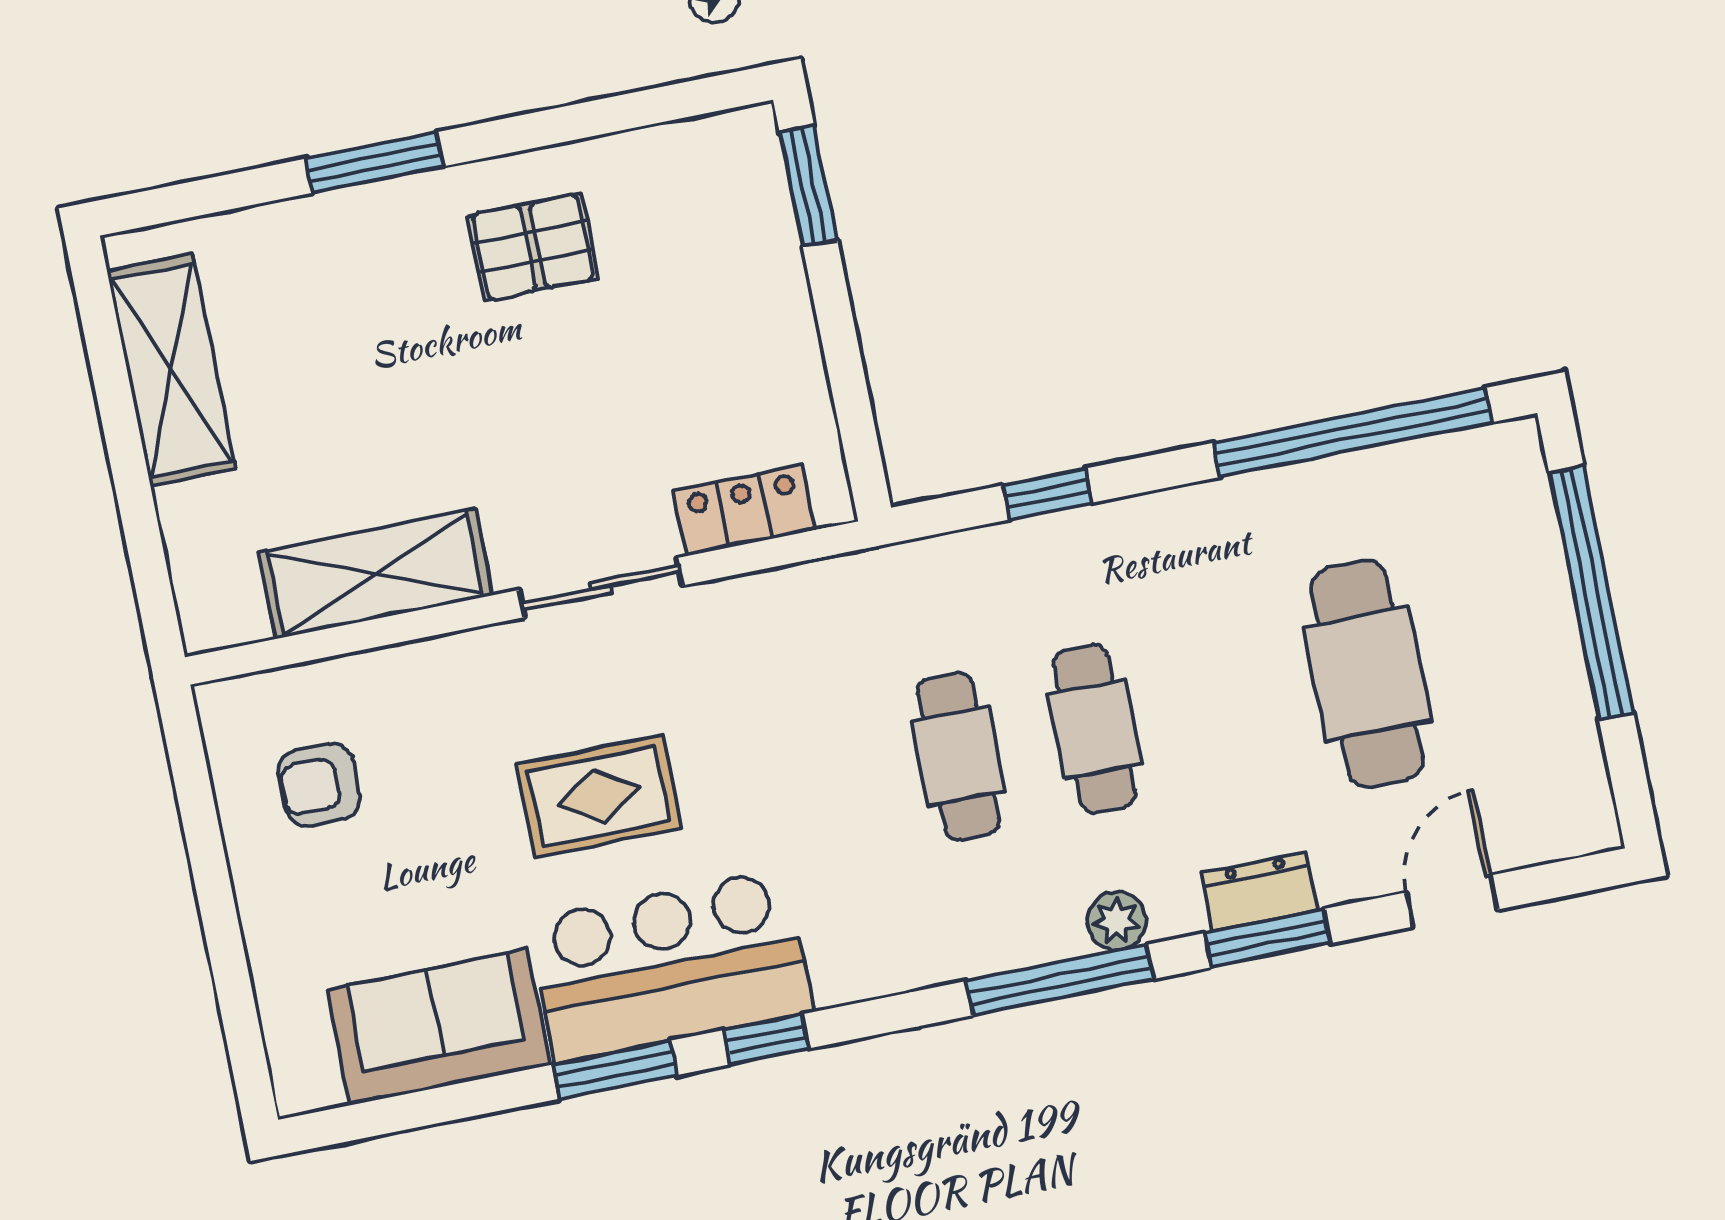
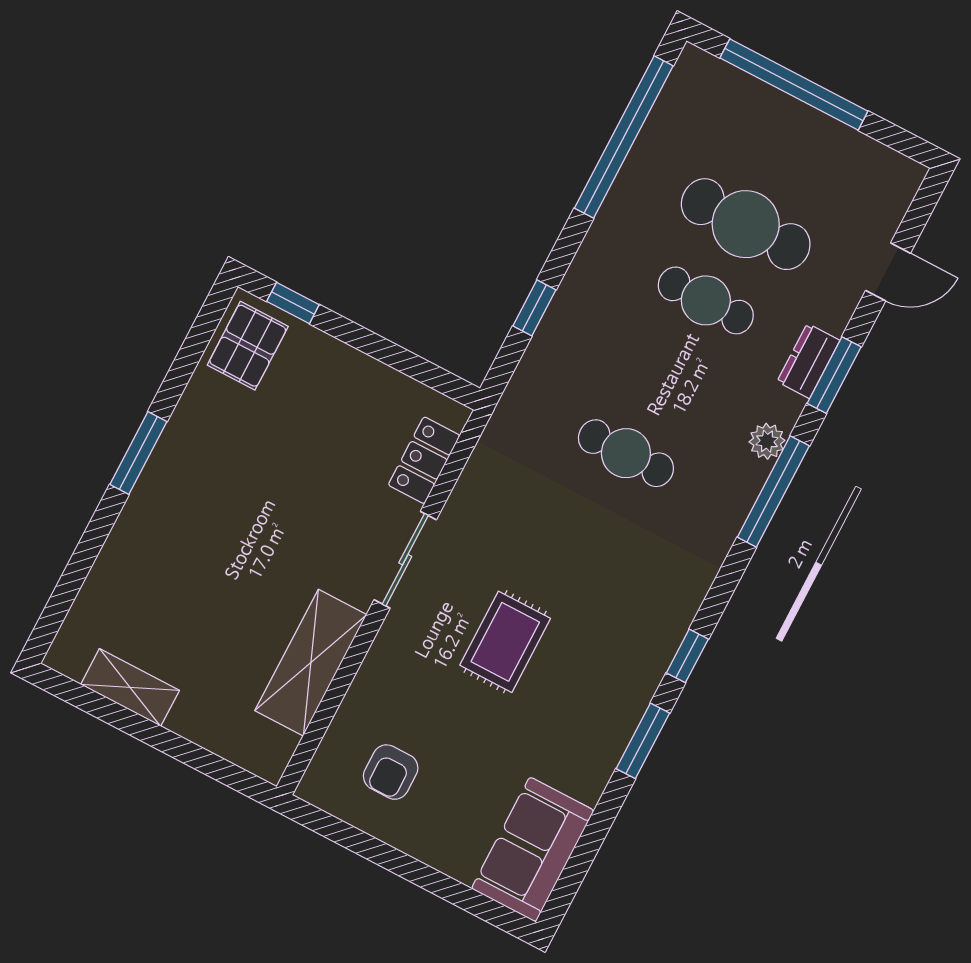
window: (374, 162) -> (138, 453), moved
window: (808, 186) -> (293, 303), width x0.67
pallet: (533, 247) -> (248, 346), moved
shelving: (171, 370) -> (130, 687), width x0.67, depth x0.75
cafe table: (1095, 729) -> (706, 300), moved
door: (1452, 901) -> (888, 272), swing flipped
bar counter: (671, 966) -> (615, 673), removed
sofa: (439, 1027) -> (533, 849), moved

